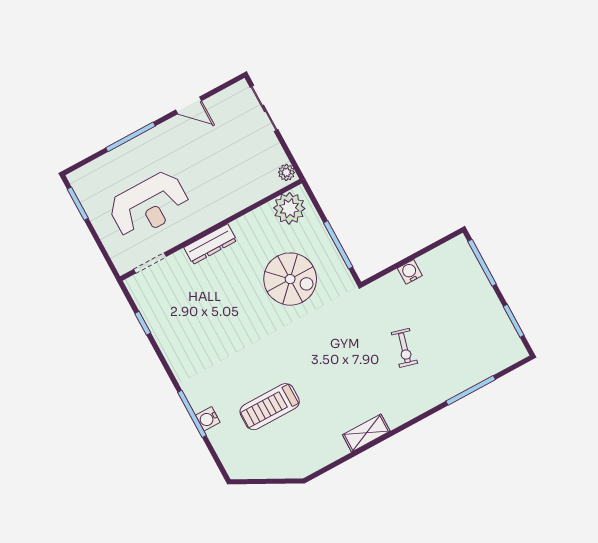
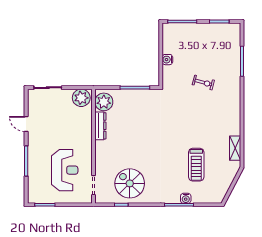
door: (189, 105) -> (26, 124), swing flipped
plant: (286, 172) -> (81, 98), width x1.87, depth x1.87
dresser: (210, 244) -> (100, 126), moved
spiral stairs: (290, 279) -> (130, 183), moved, turned -90
shelving: (366, 433) -> (235, 148), moved

